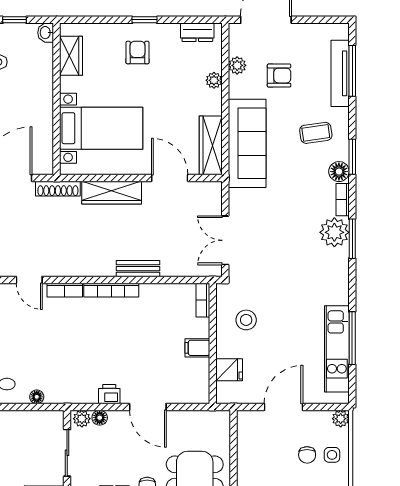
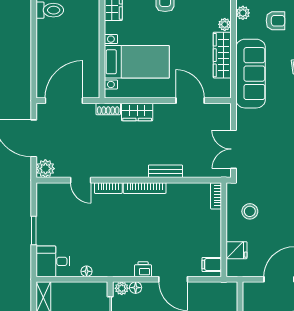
wardrobe: (211, 145) -> (222, 55), moved
shoe rack: (58, 189) -> (108, 109), width x0.70
wardrobe: (112, 193) -> (137, 112), width x0.67
filing cabinet: (197, 348) -> (212, 265), moved

